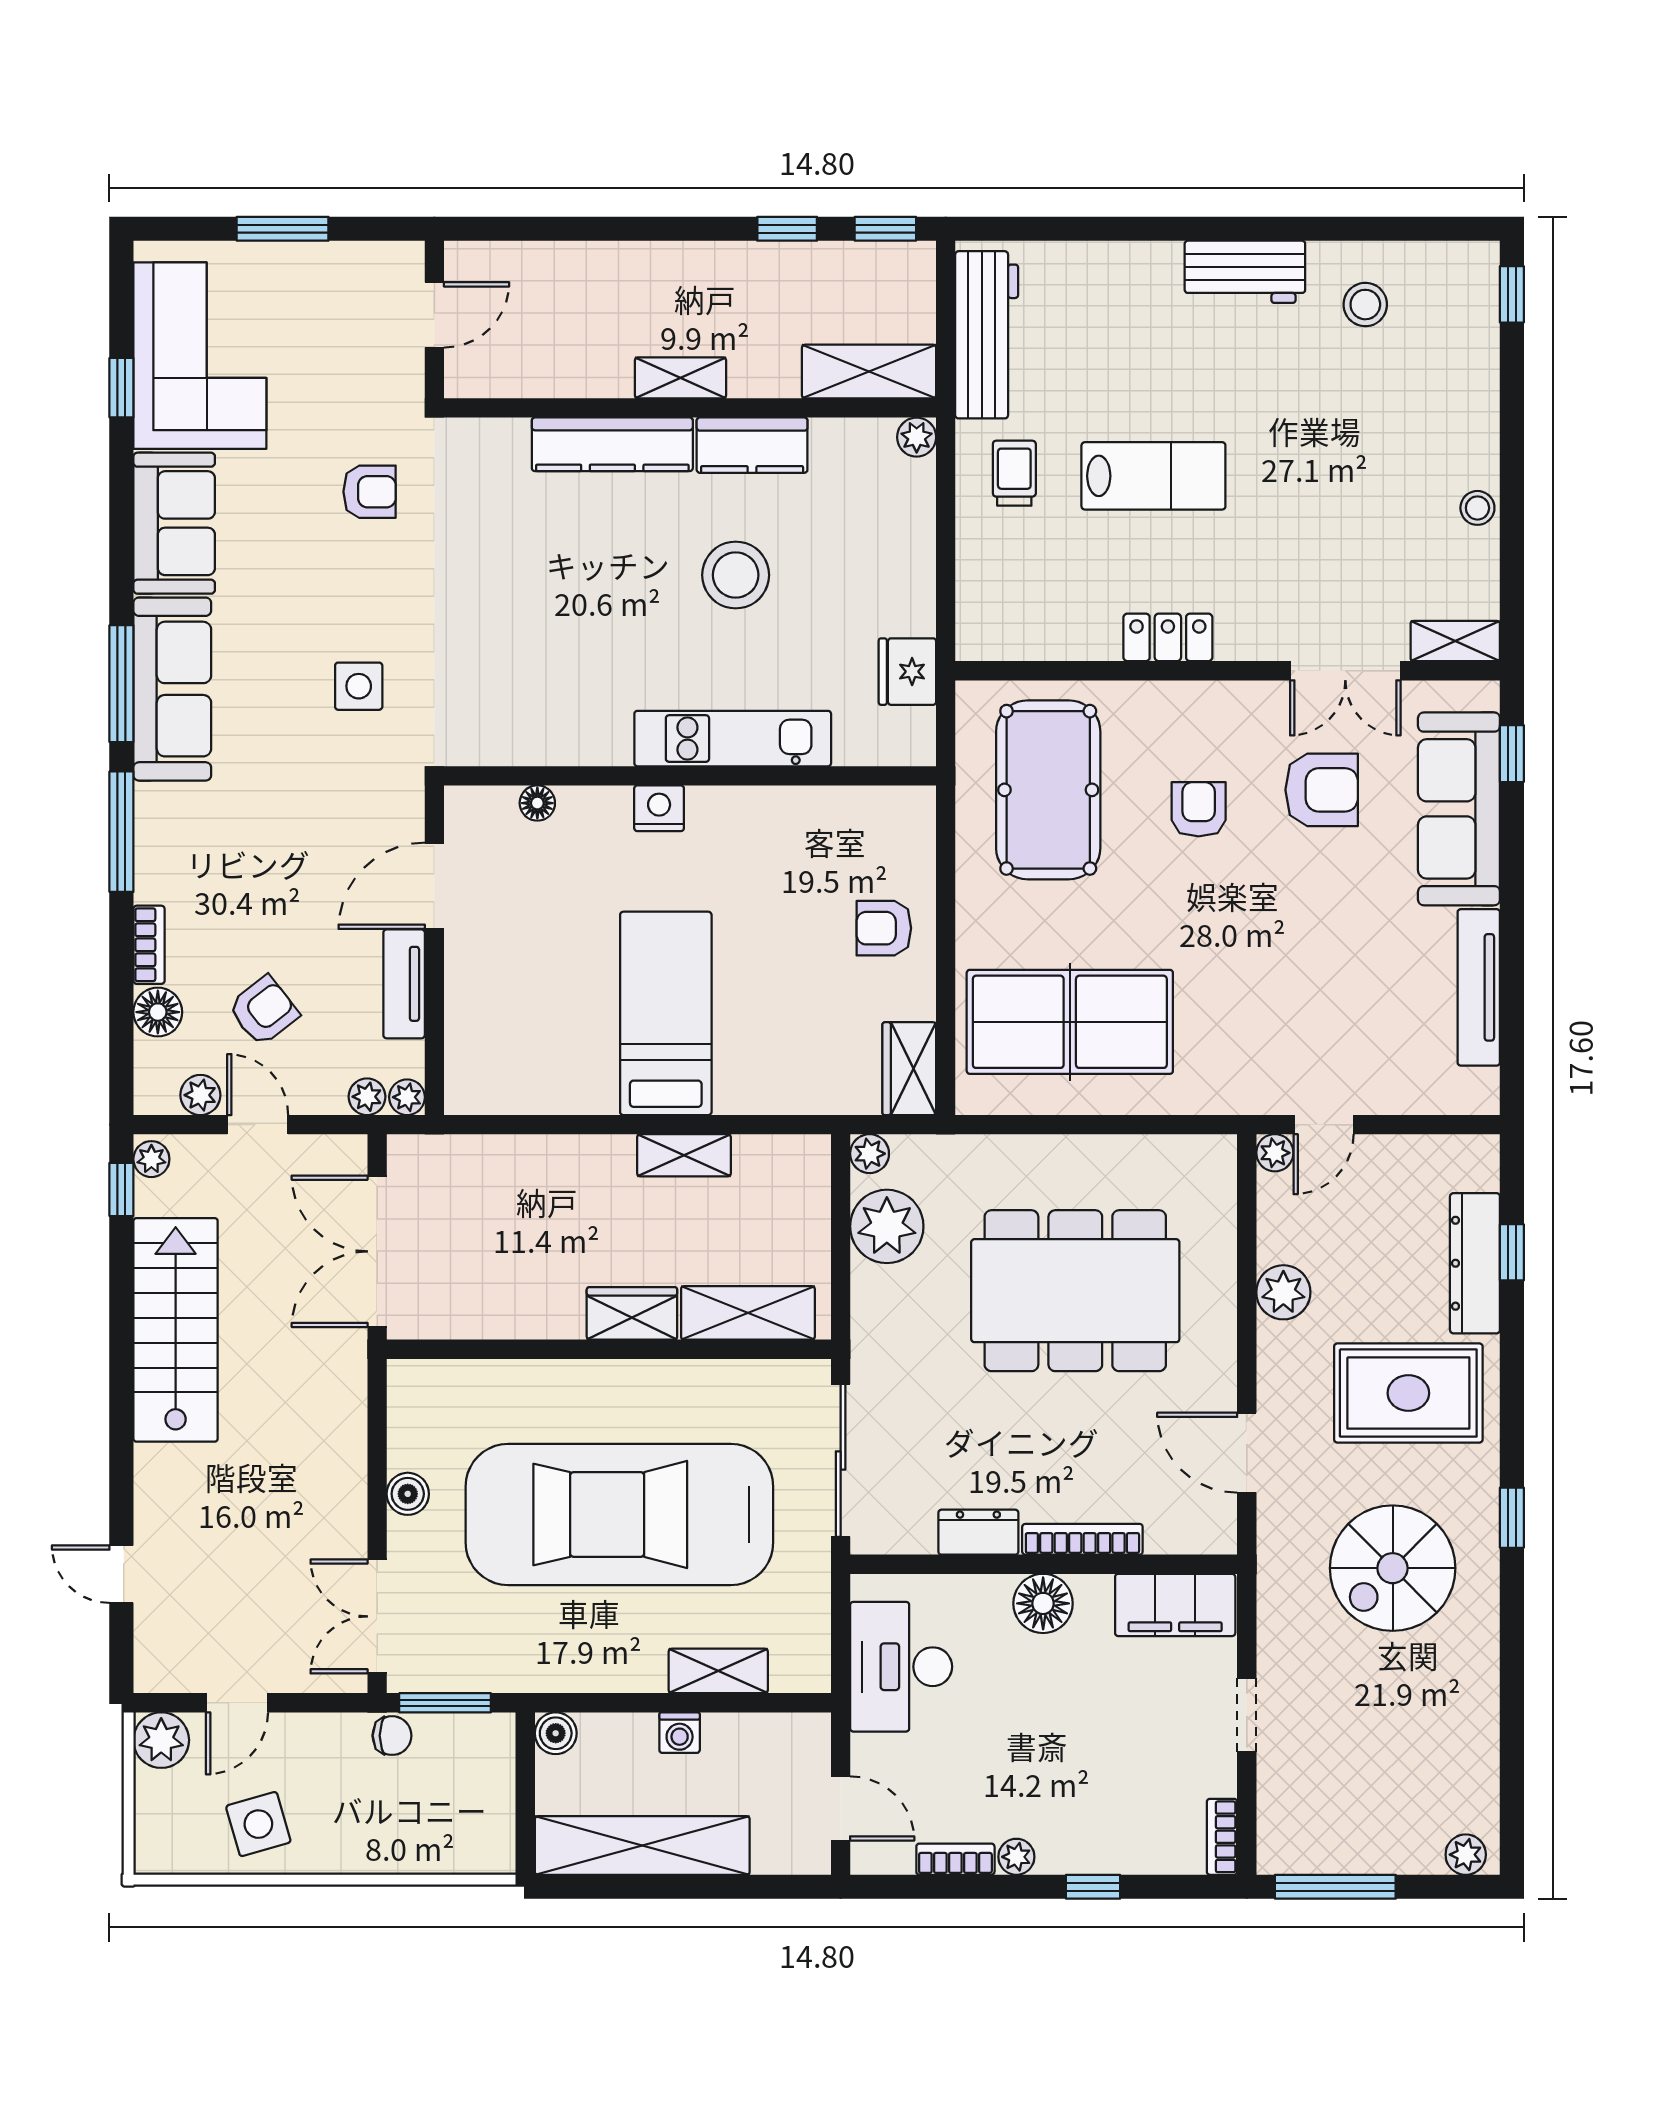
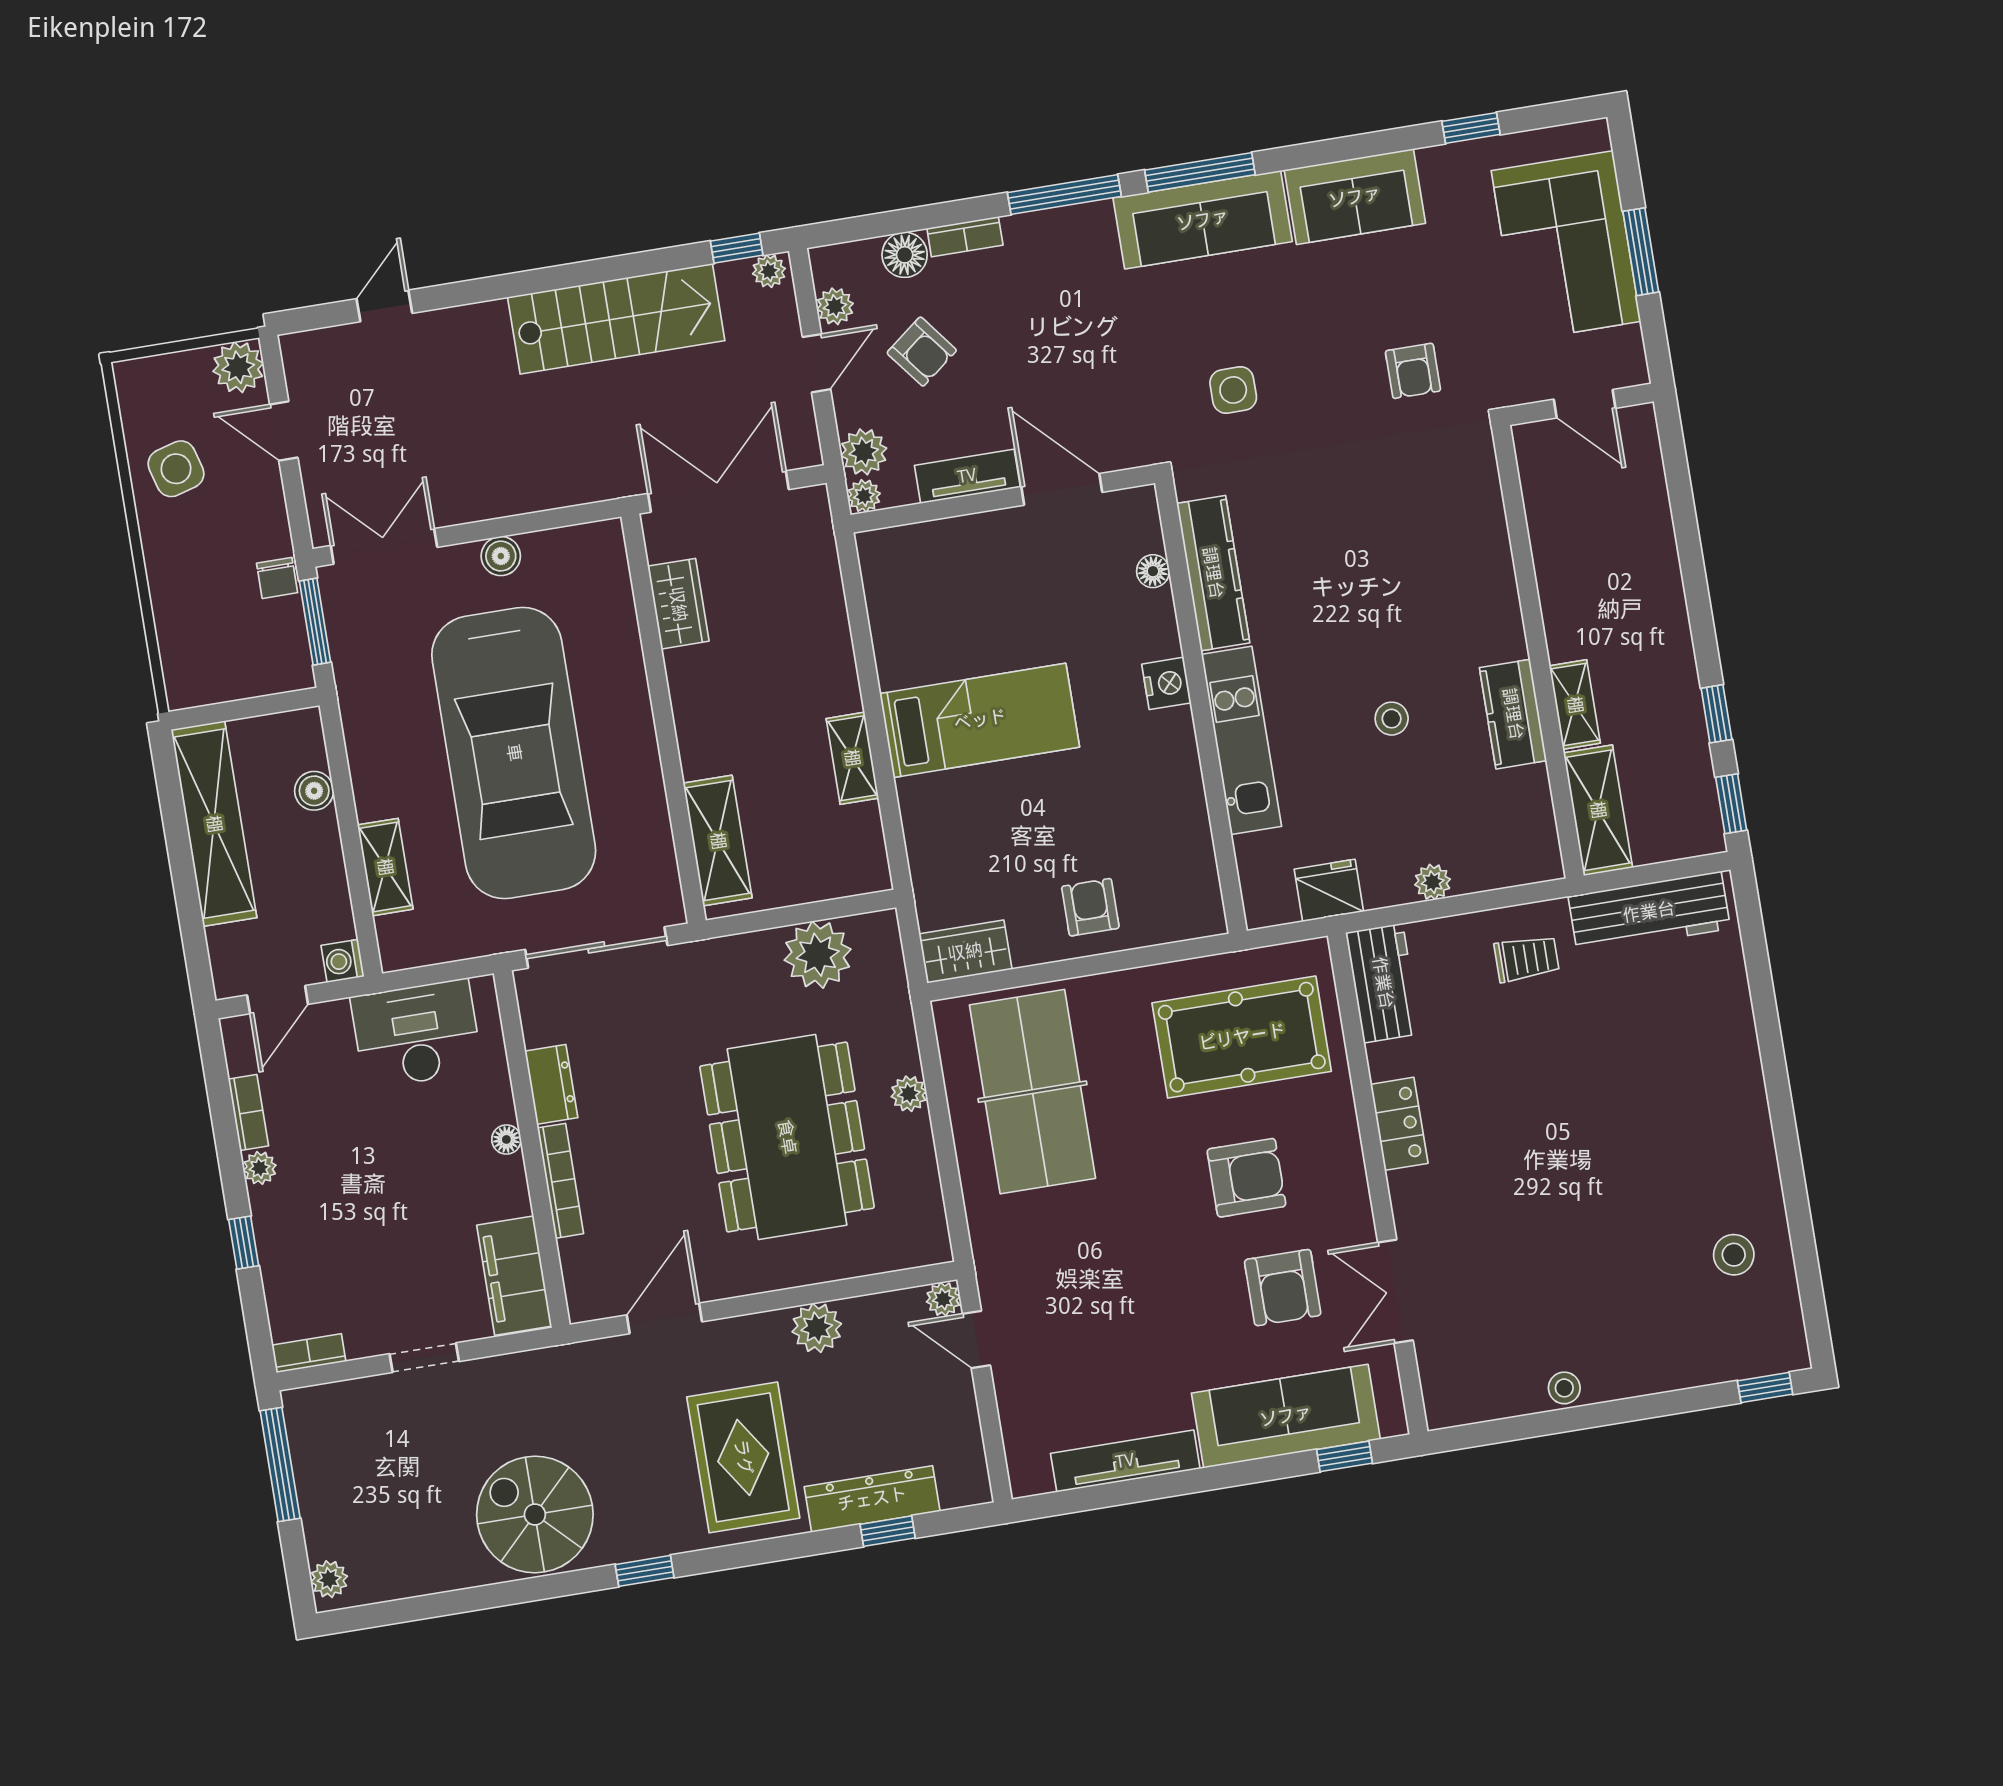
workbench: (1245, 272) -> (1383, 983), moved, turned 180
corner sofa: (200, 356) -> (1566, 246), moved, turned 90
shelving: (681, 378) -> (1575, 705), moved
plant: (917, 437) -> (1433, 882), moved
kitchen counter: (612, 444) -> (1213, 573), moved, turned 180
lab bench: (1153, 476) -> (1545, 1086), removed
stool: (736, 575) -> (1392, 719), width x0.53, depth x0.53
shelving: (1455, 641) -> (1439, 1388), removed
armchair: (1199, 809) -> (1246, 1178), width x1.38, depth x1.38
plant: (367, 1097) -> (864, 452), width x1.38, depth x1.38
plant: (870, 1154) -> (909, 1094), moved
wardrobe: (632, 1313) -> (678, 604), moved
car: (619, 1514) -> (514, 753), turned 180
spiral stairs: (1393, 1568) -> (535, 1514), moved
floor lamp: (1043, 1603) -> (506, 1139), width x0.53, depth x0.53
boiler: (556, 1733) -> (314, 791), moved
washing machine: (680, 1733) -> (343, 961), moved

